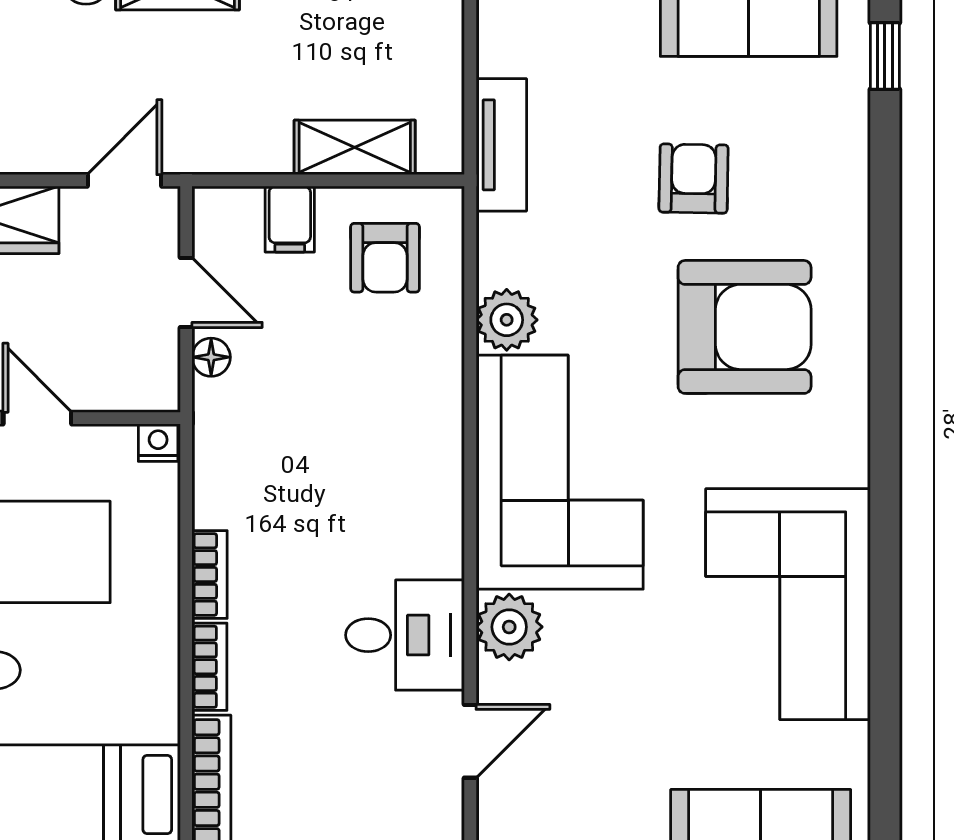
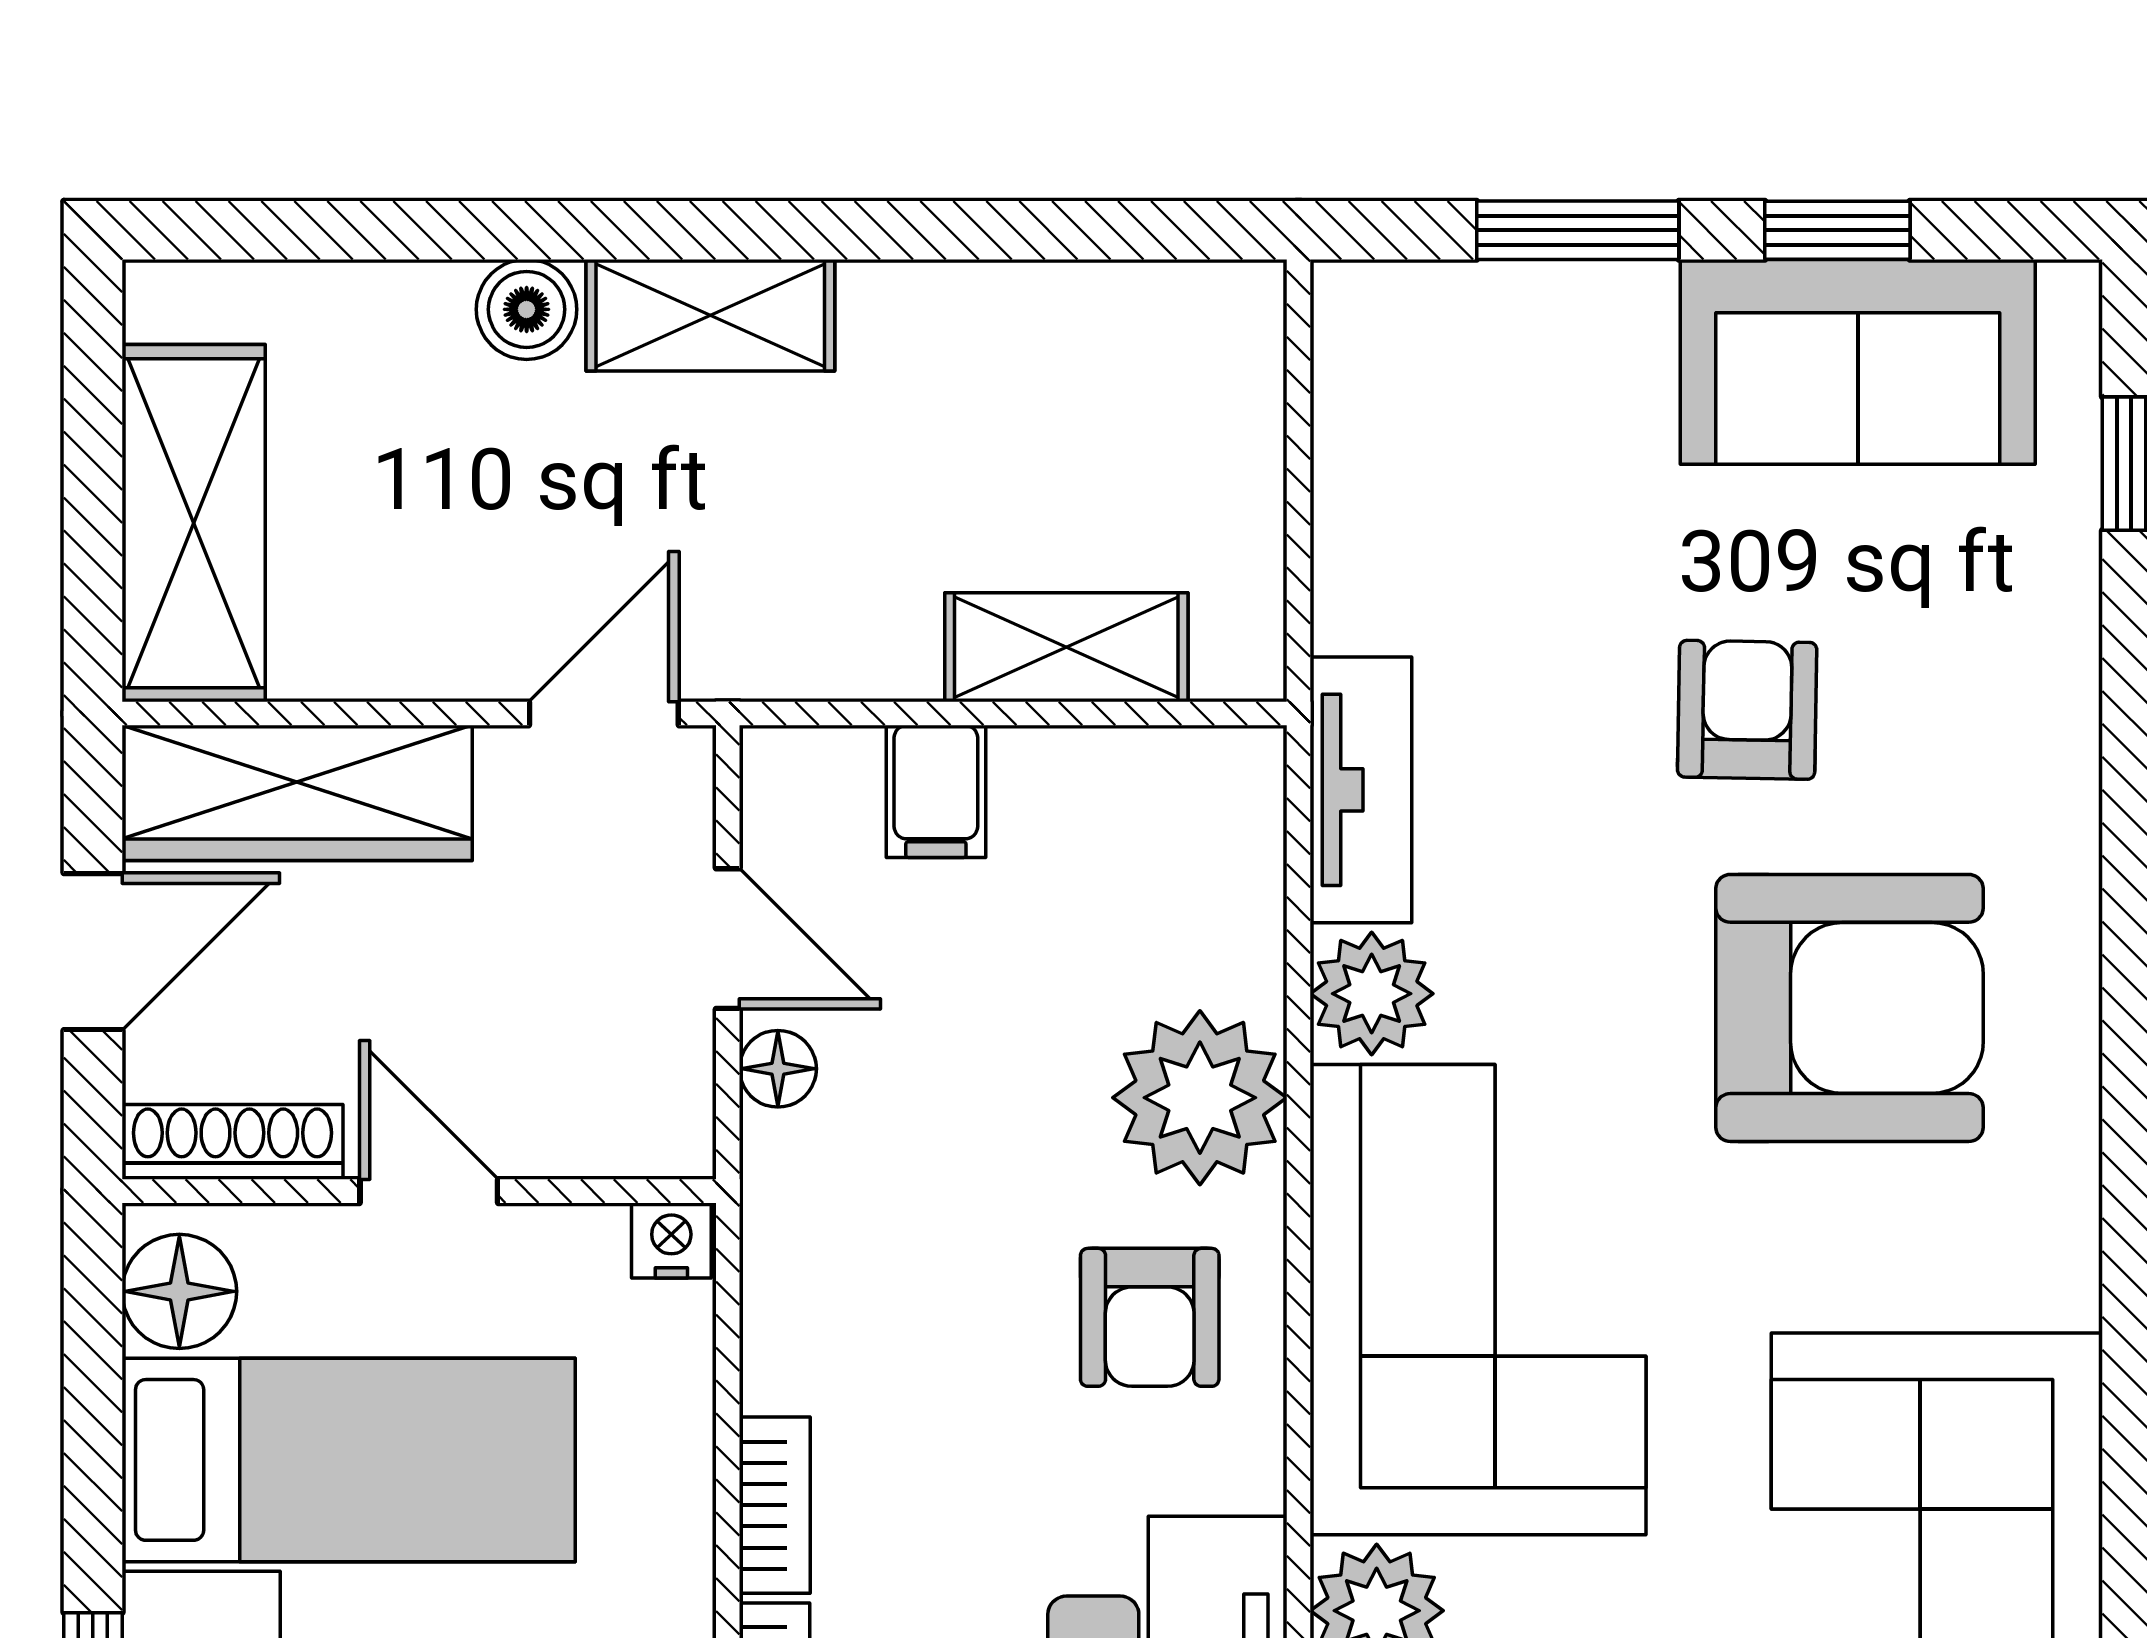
tv unit: (501, 145) -> (1361, 790), moved
armchair: (385, 258) -> (1150, 1317), moved
plant: (421, 372) -> (1200, 1098), added

